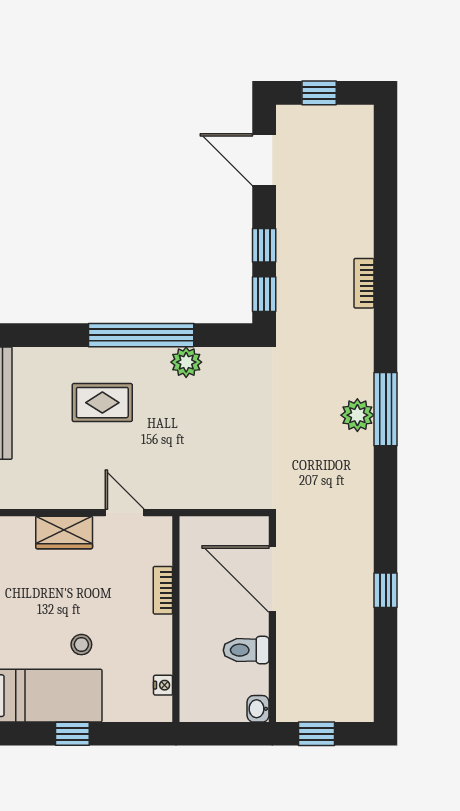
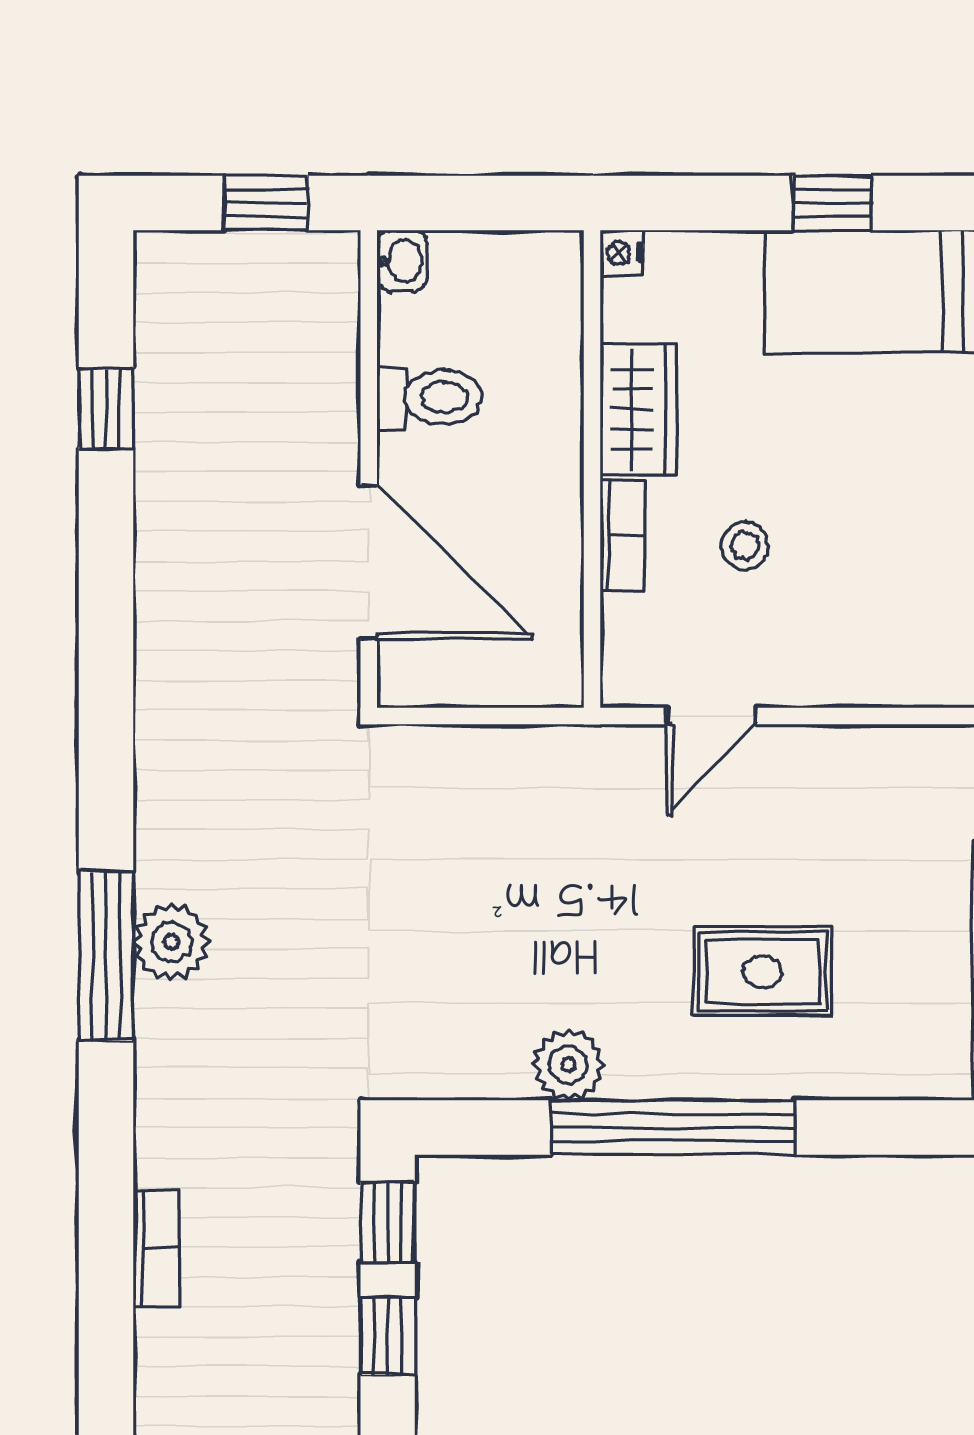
door: (125, 513) -> (711, 716), hinge flipped
wardrobe: (64, 532) -> (638, 410), moved, turned 90
window: (386, 590) -> (106, 409), moved
stool: (81, 645) -> (745, 546), moved
nightstand: (163, 685) -> (622, 253), moved

